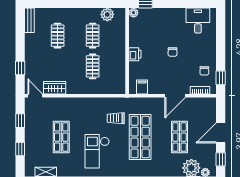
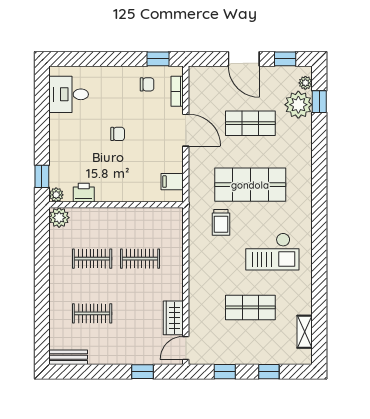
plant: (107, 14) -> (59, 218), moved
printer: (135, 54) -> (84, 193), moved

